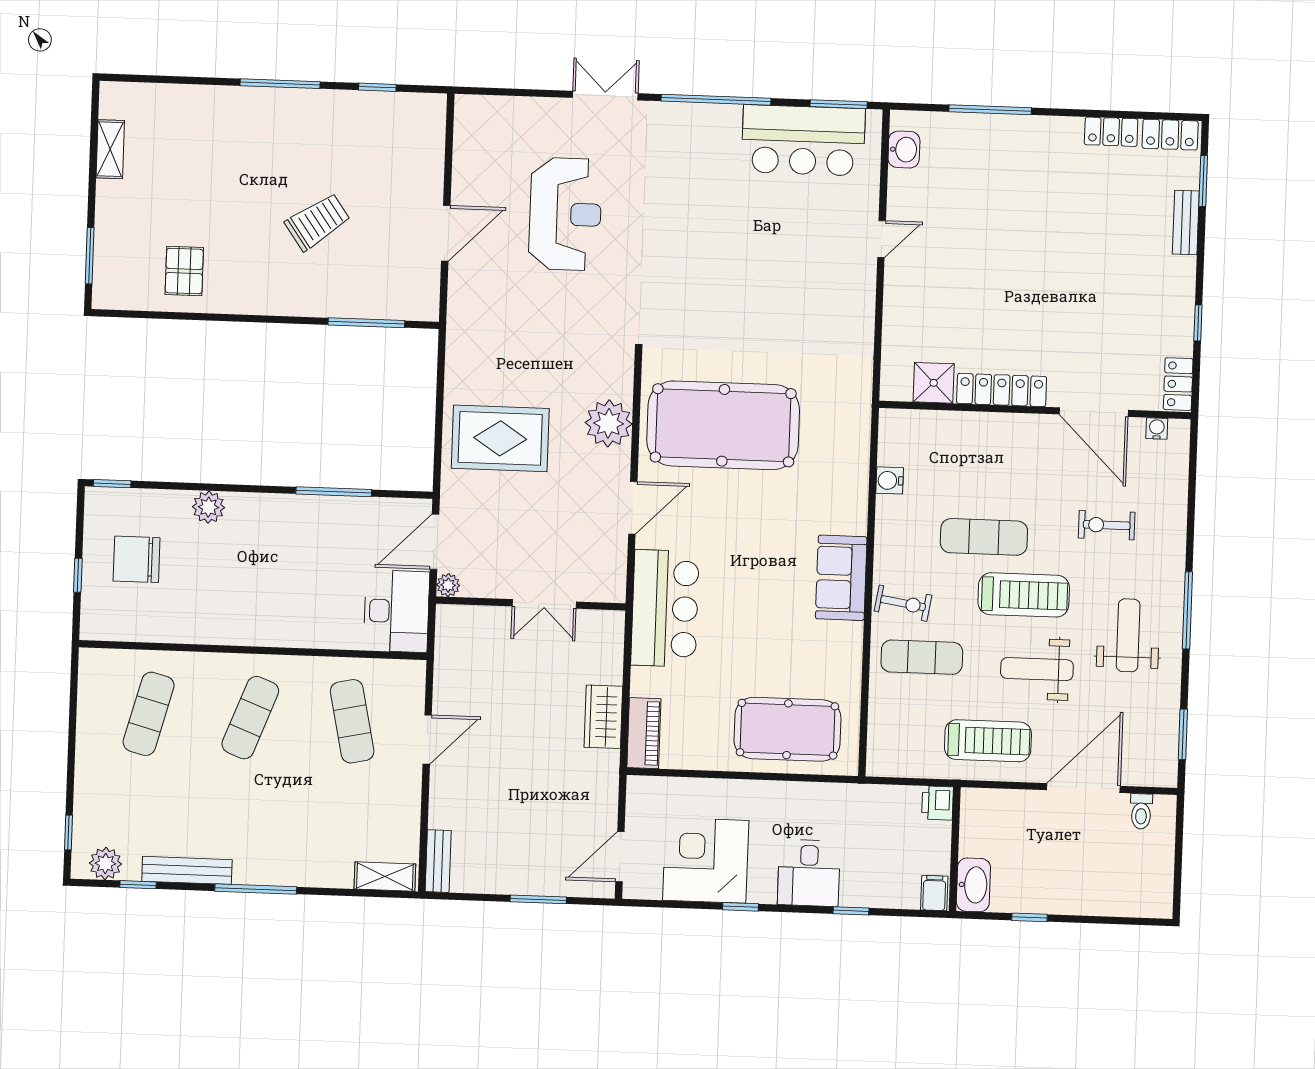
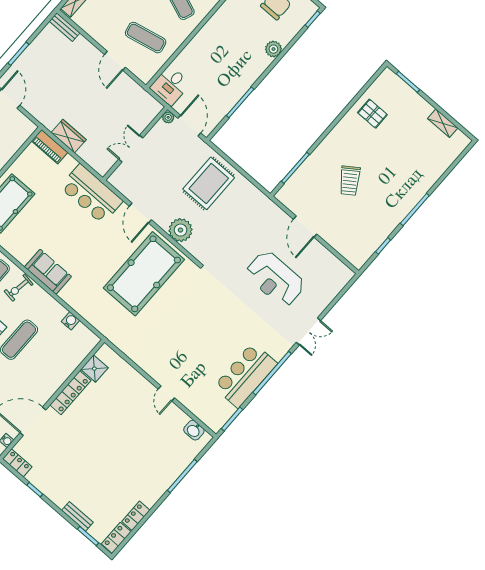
bar counter: (803, 140) -> (245, 375), moved
desk: (396, 611) -> (170, 86), width x0.73

